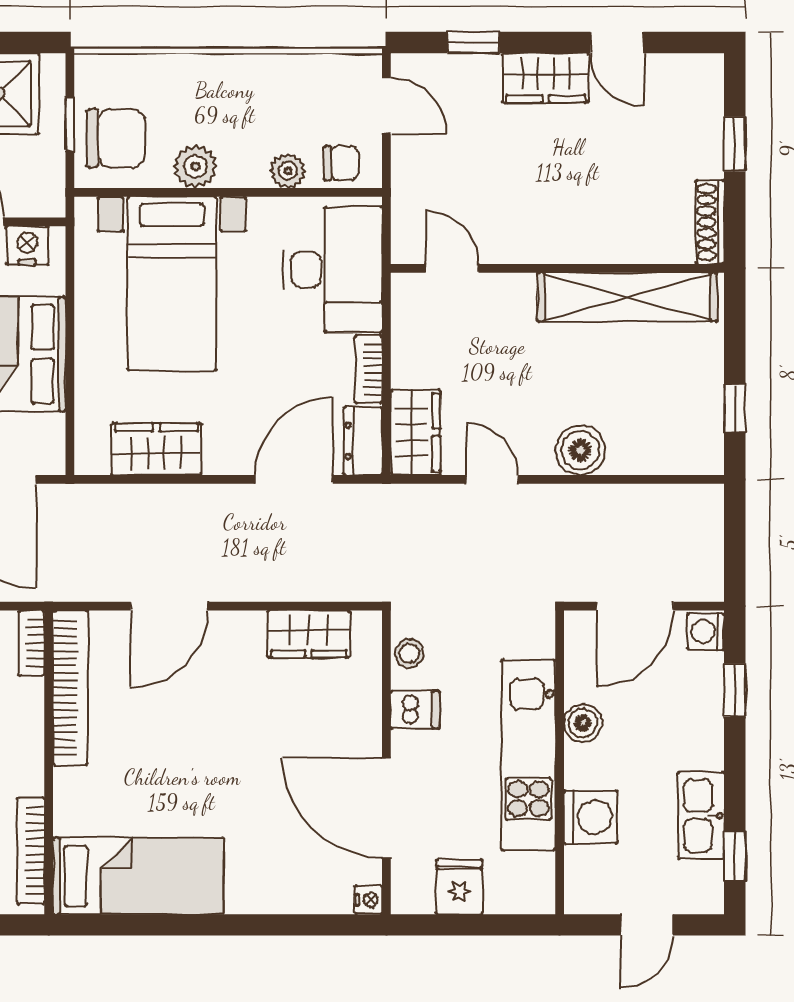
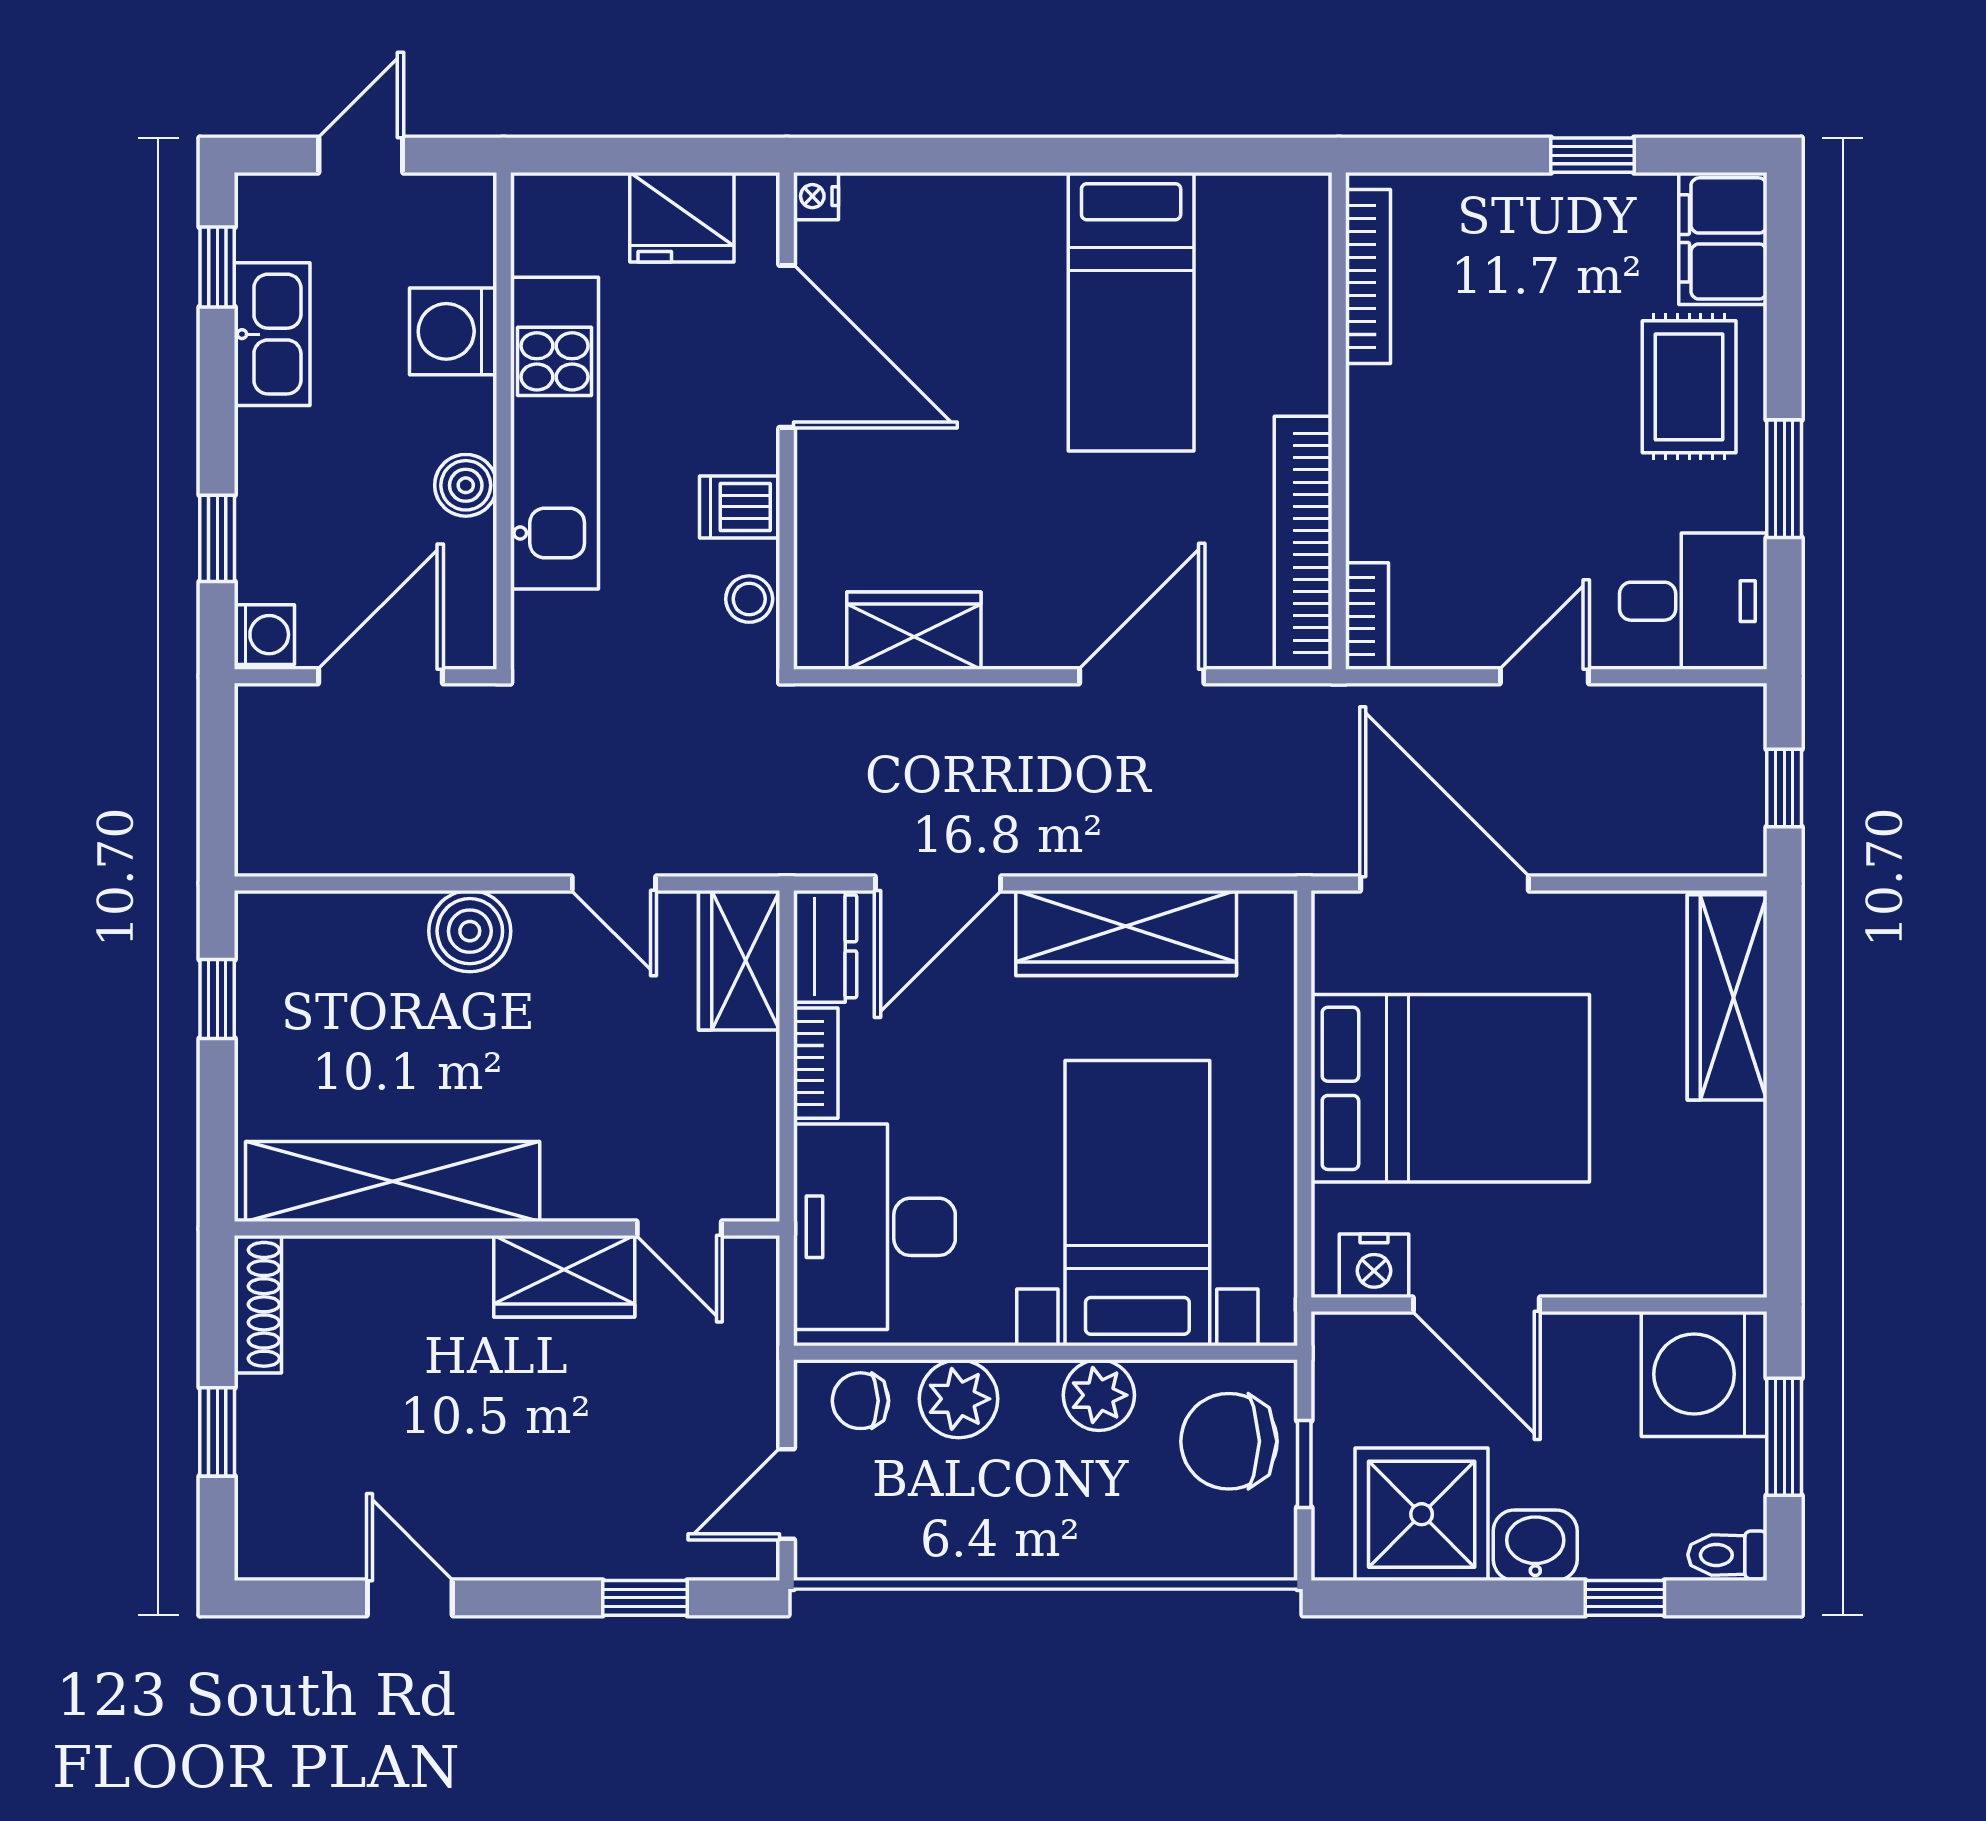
wardrobe: (546, 78) -> (564, 1276), moved, turned 180
door: (386, 106) -> (787, 1494), hinge flipped
plant: (288, 171) -> (959, 1399), width x1.38, depth x1.38
wardrobe: (156, 449) -> (1126, 933), width x1.50
bed: (138, 876) -> (1131, 312), moved, turned -90
fridge: (459, 887) -> (682, 217), width x1.38

